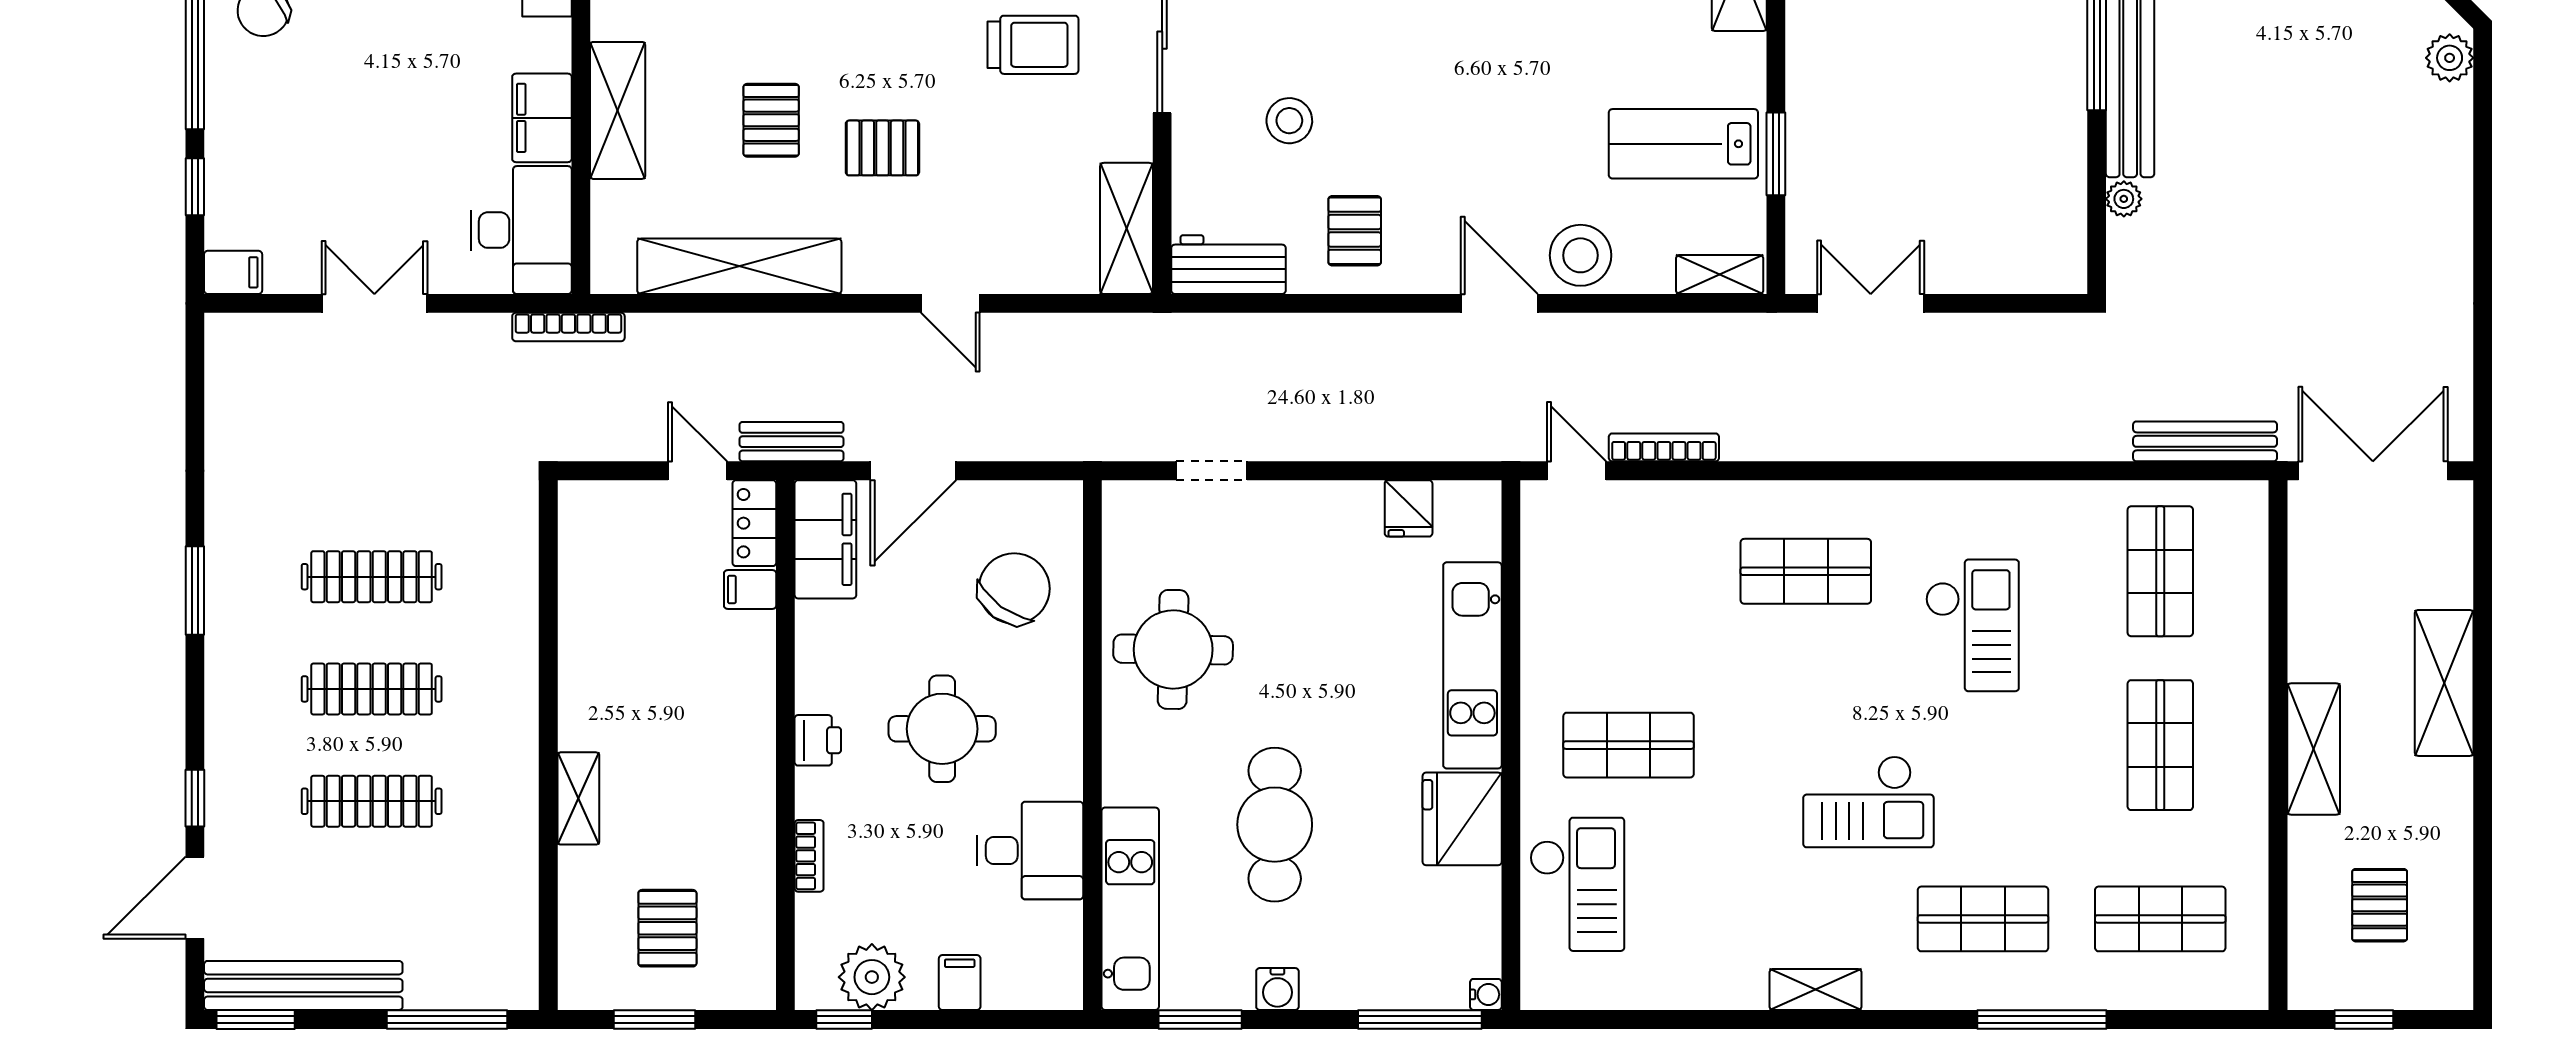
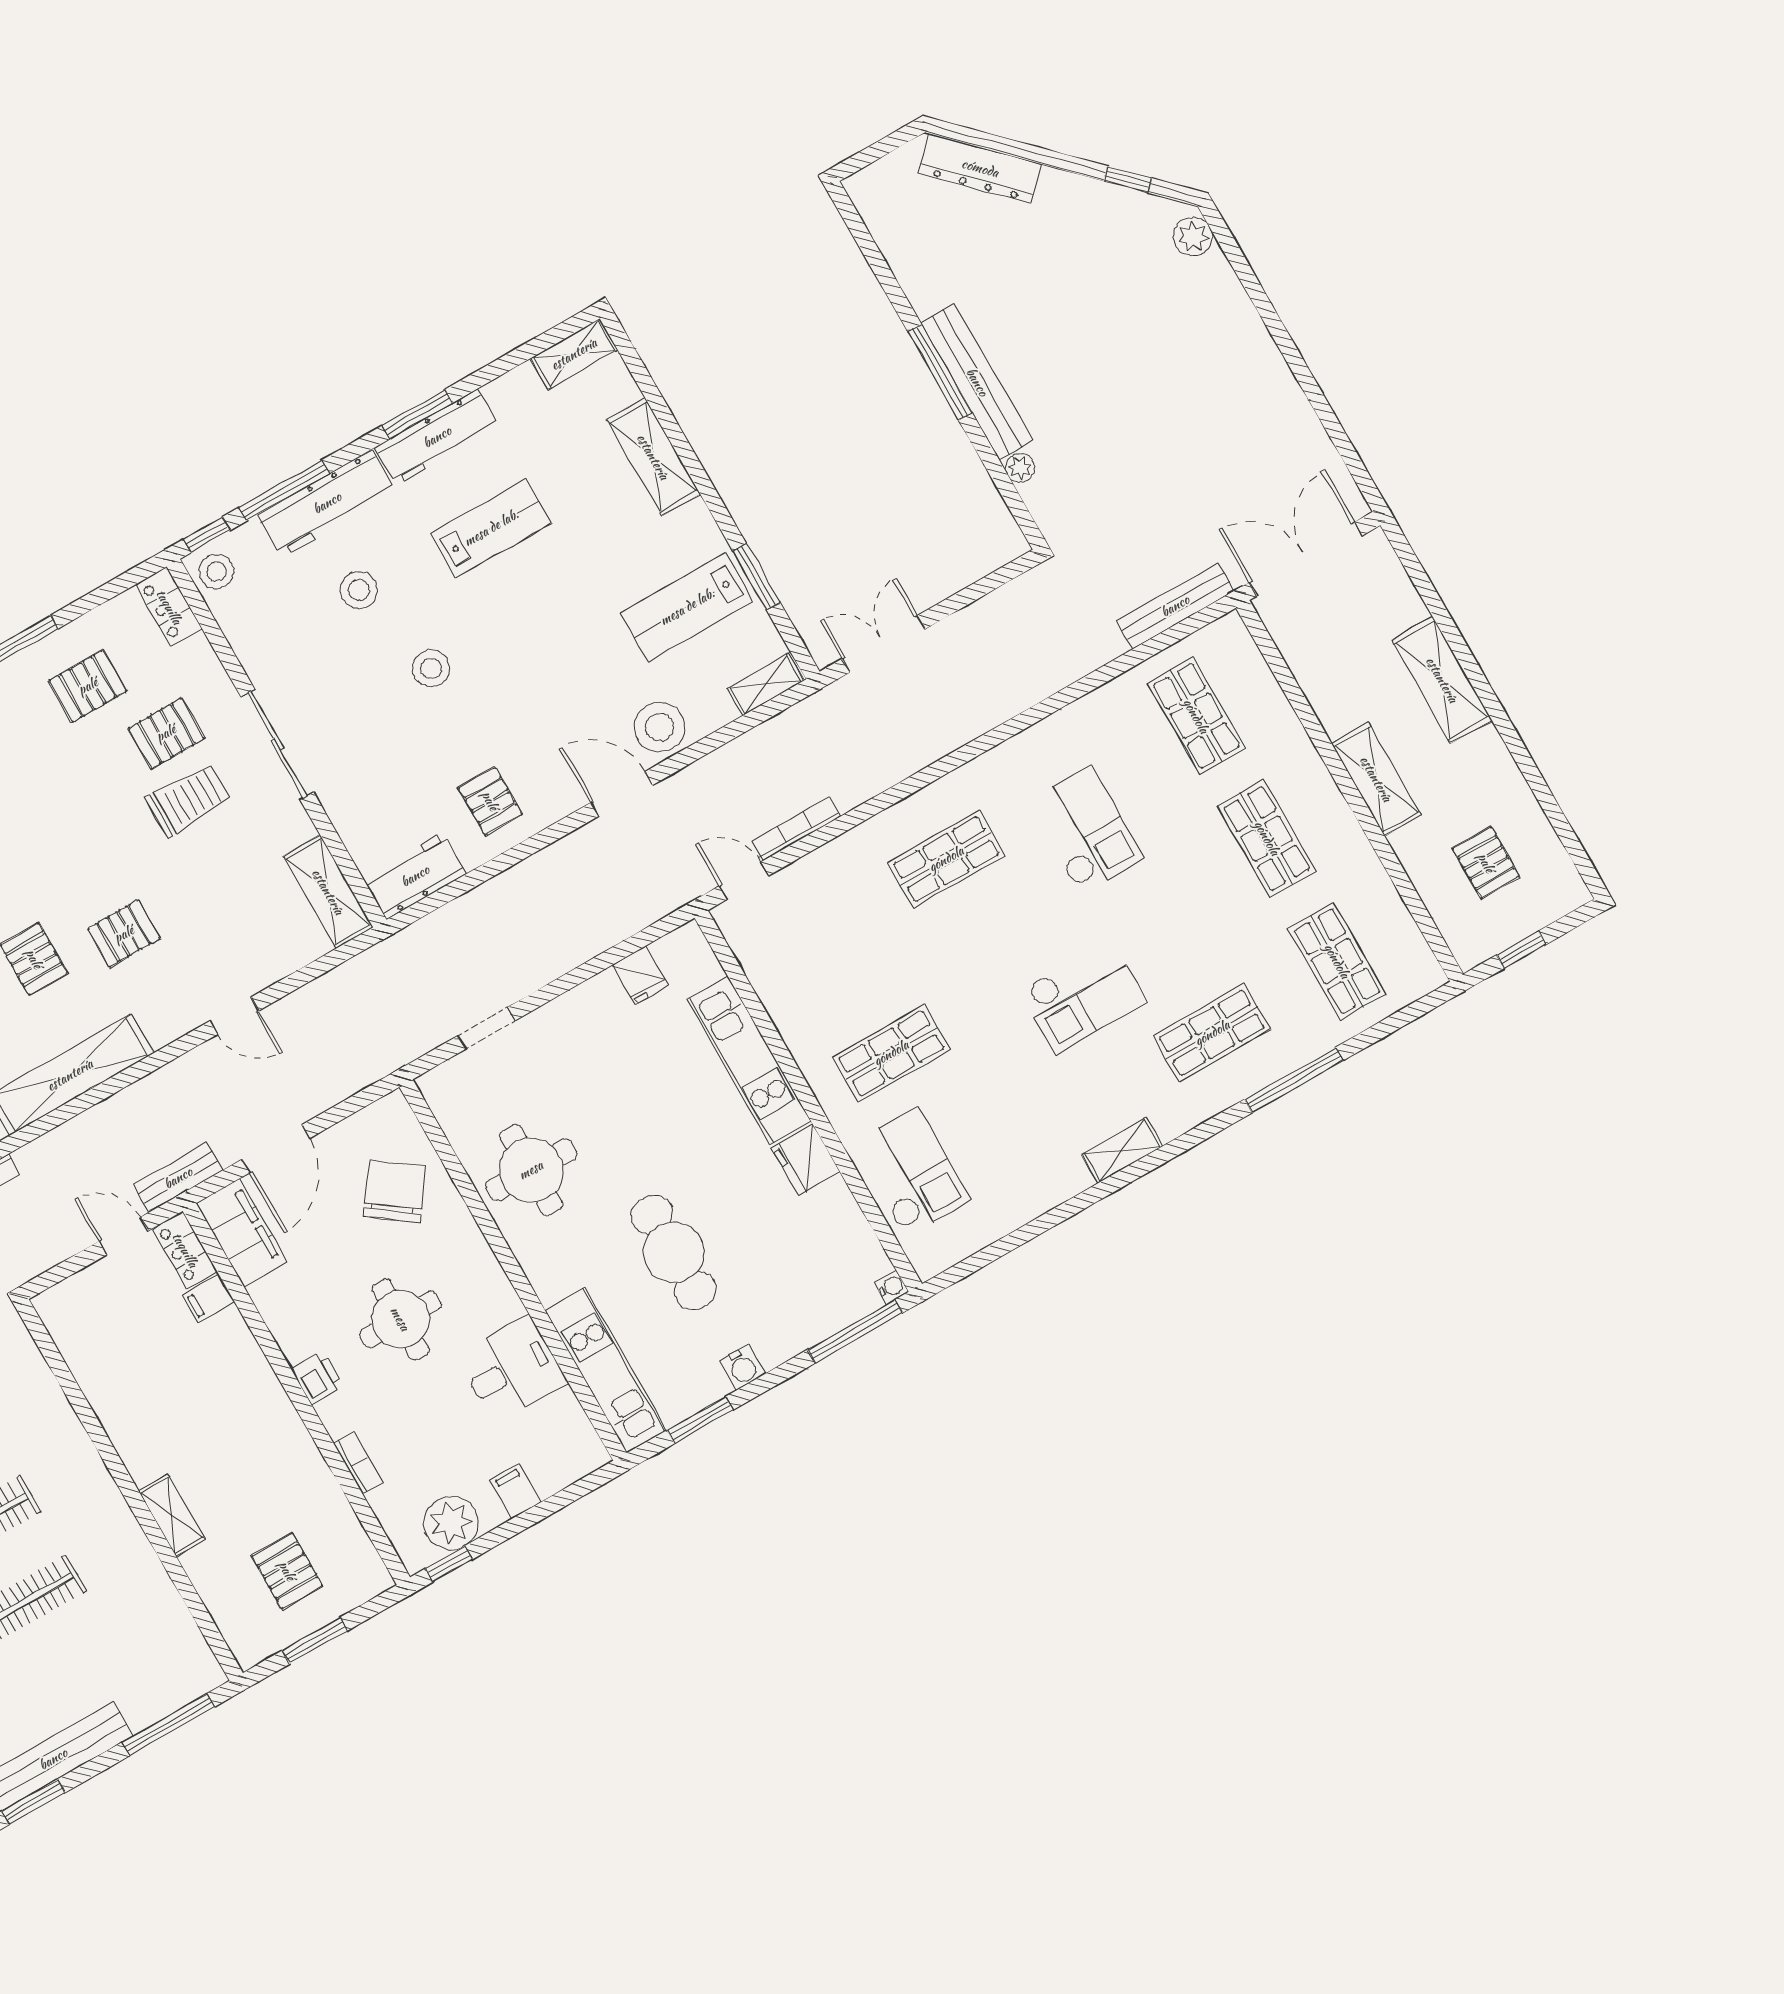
stool: (1289, 121) -> (431, 668), moved
fridge: (1462, 819) -> (806, 1160), width x0.73, depth x0.75
shop shelf: (2160, 919) -> (1337, 961), turned 90

